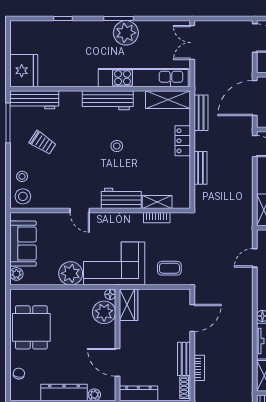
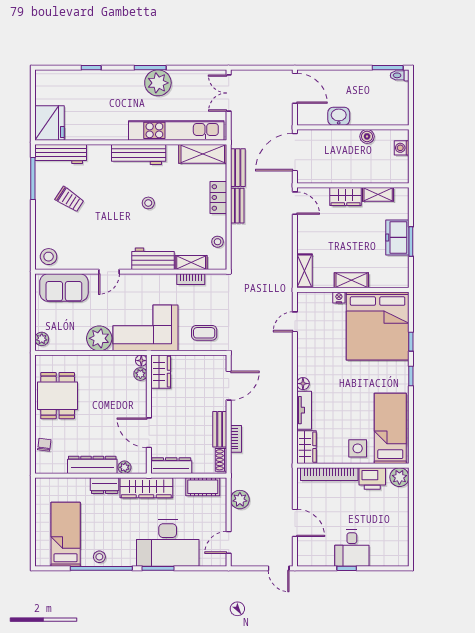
bench: (200, 168) -> (237, 206), moved
stool: (22, 176) -> (218, 242), moved
door: (80, 211) -> (109, 272), hinge flipped
sofa: (23, 244) -> (64, 288), moved, turned 90
plant: (104, 312) -> (140, 374), width x0.53, depth x0.53

